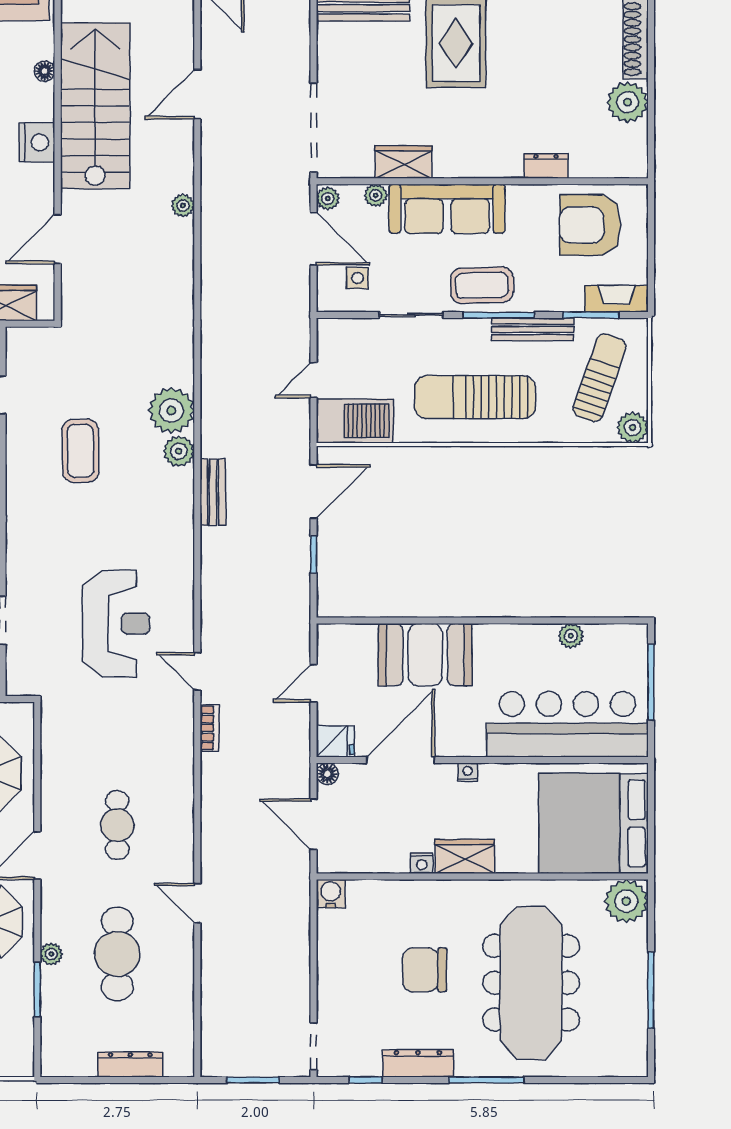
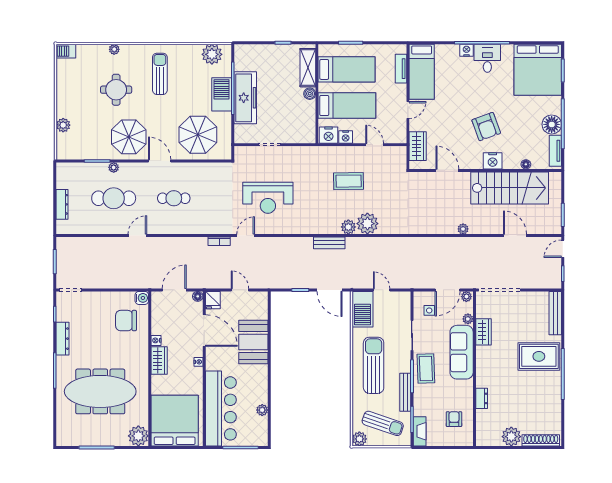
armchair: (590, 225) -> (454, 419), width x0.53, depth x0.53
chair: (425, 970) -> (126, 321), moved, turned -90

